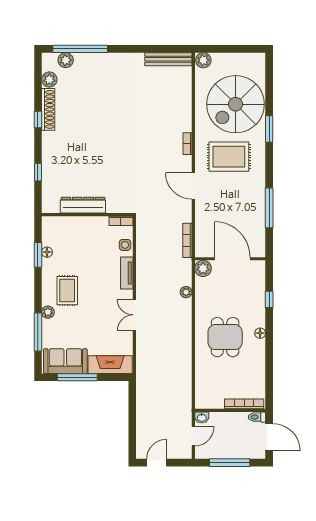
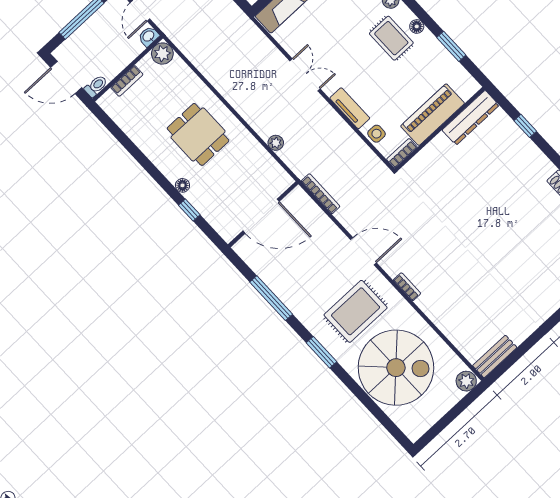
bench: (168, 59) -> (495, 357), width x0.73
spiral stairs: (236, 104) -> (396, 368), turned 90
window: (269, 129) -> (321, 352), moved
dresser: (83, 205) -> (471, 118), moved
piano: (84, 226) -> (433, 115), added
floor lamp: (47, 252) -> (417, 26), moved
plant: (203, 268) -> (162, 54), moved
floor lamp: (260, 333) -> (182, 185), moved
bookcase: (244, 404) -> (127, 81), width x0.64

